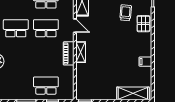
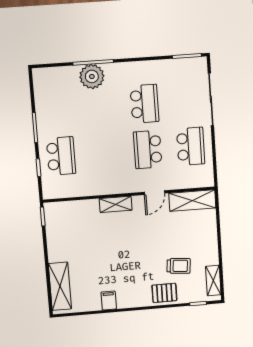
school desk: (46, 28) -> (148, 150), turned 180
piano: (69, 53) -> (112, 187), removed

